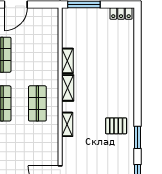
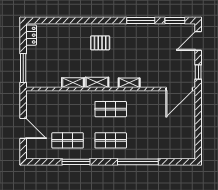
pallet: (116, 126) -> (100, 43), moved, turned 90
window: (138, 137) -> (141, 21), width x1.44

